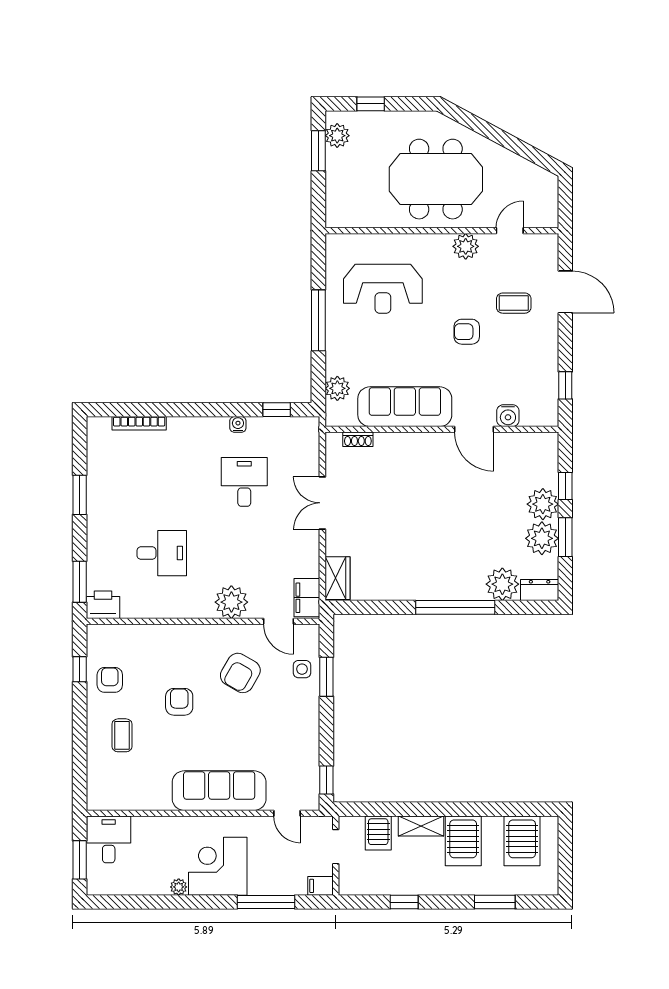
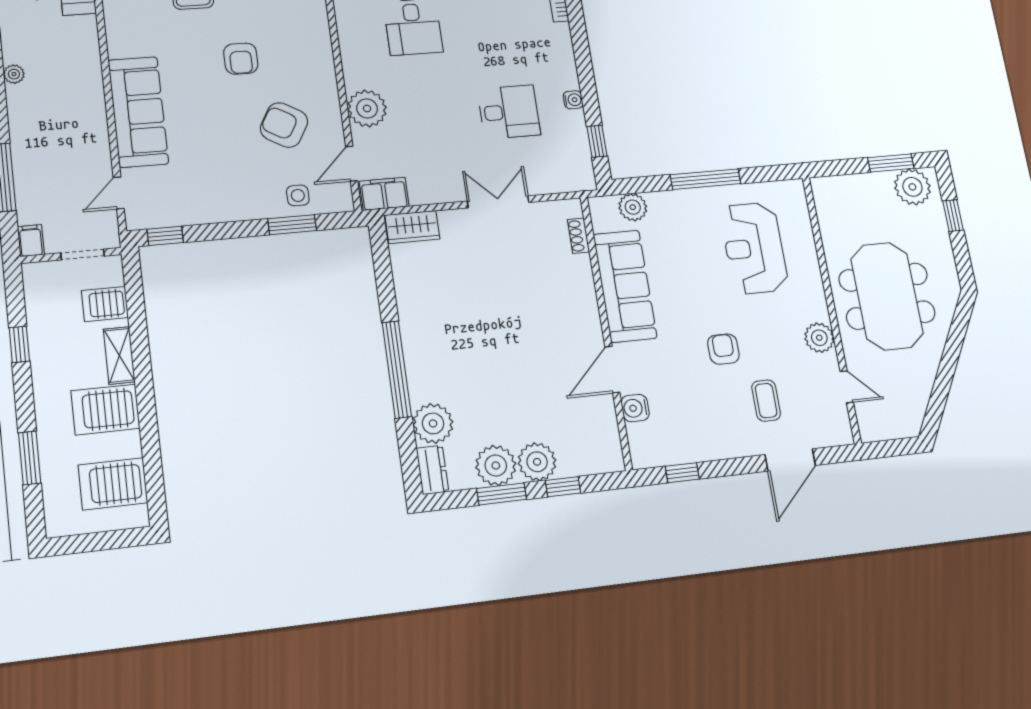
plant: (337, 136) -> (912, 187), width x1.36, depth x1.36
armchair: (179, 702) -> (241, 59), turned 90
corner desk: (218, 866) -> (44, 117), removed

